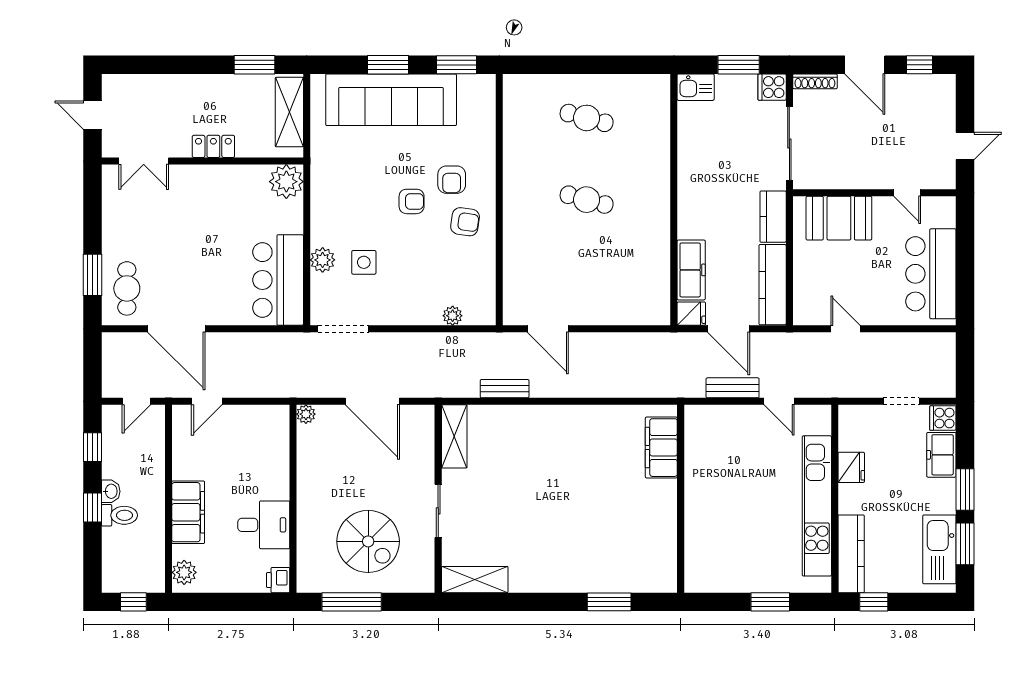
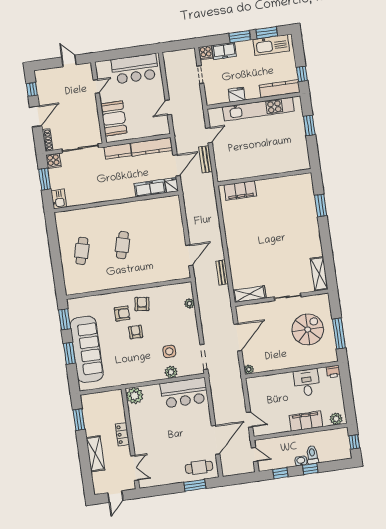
shelving: (289, 112) -> (95, 454), moved, turned 90

